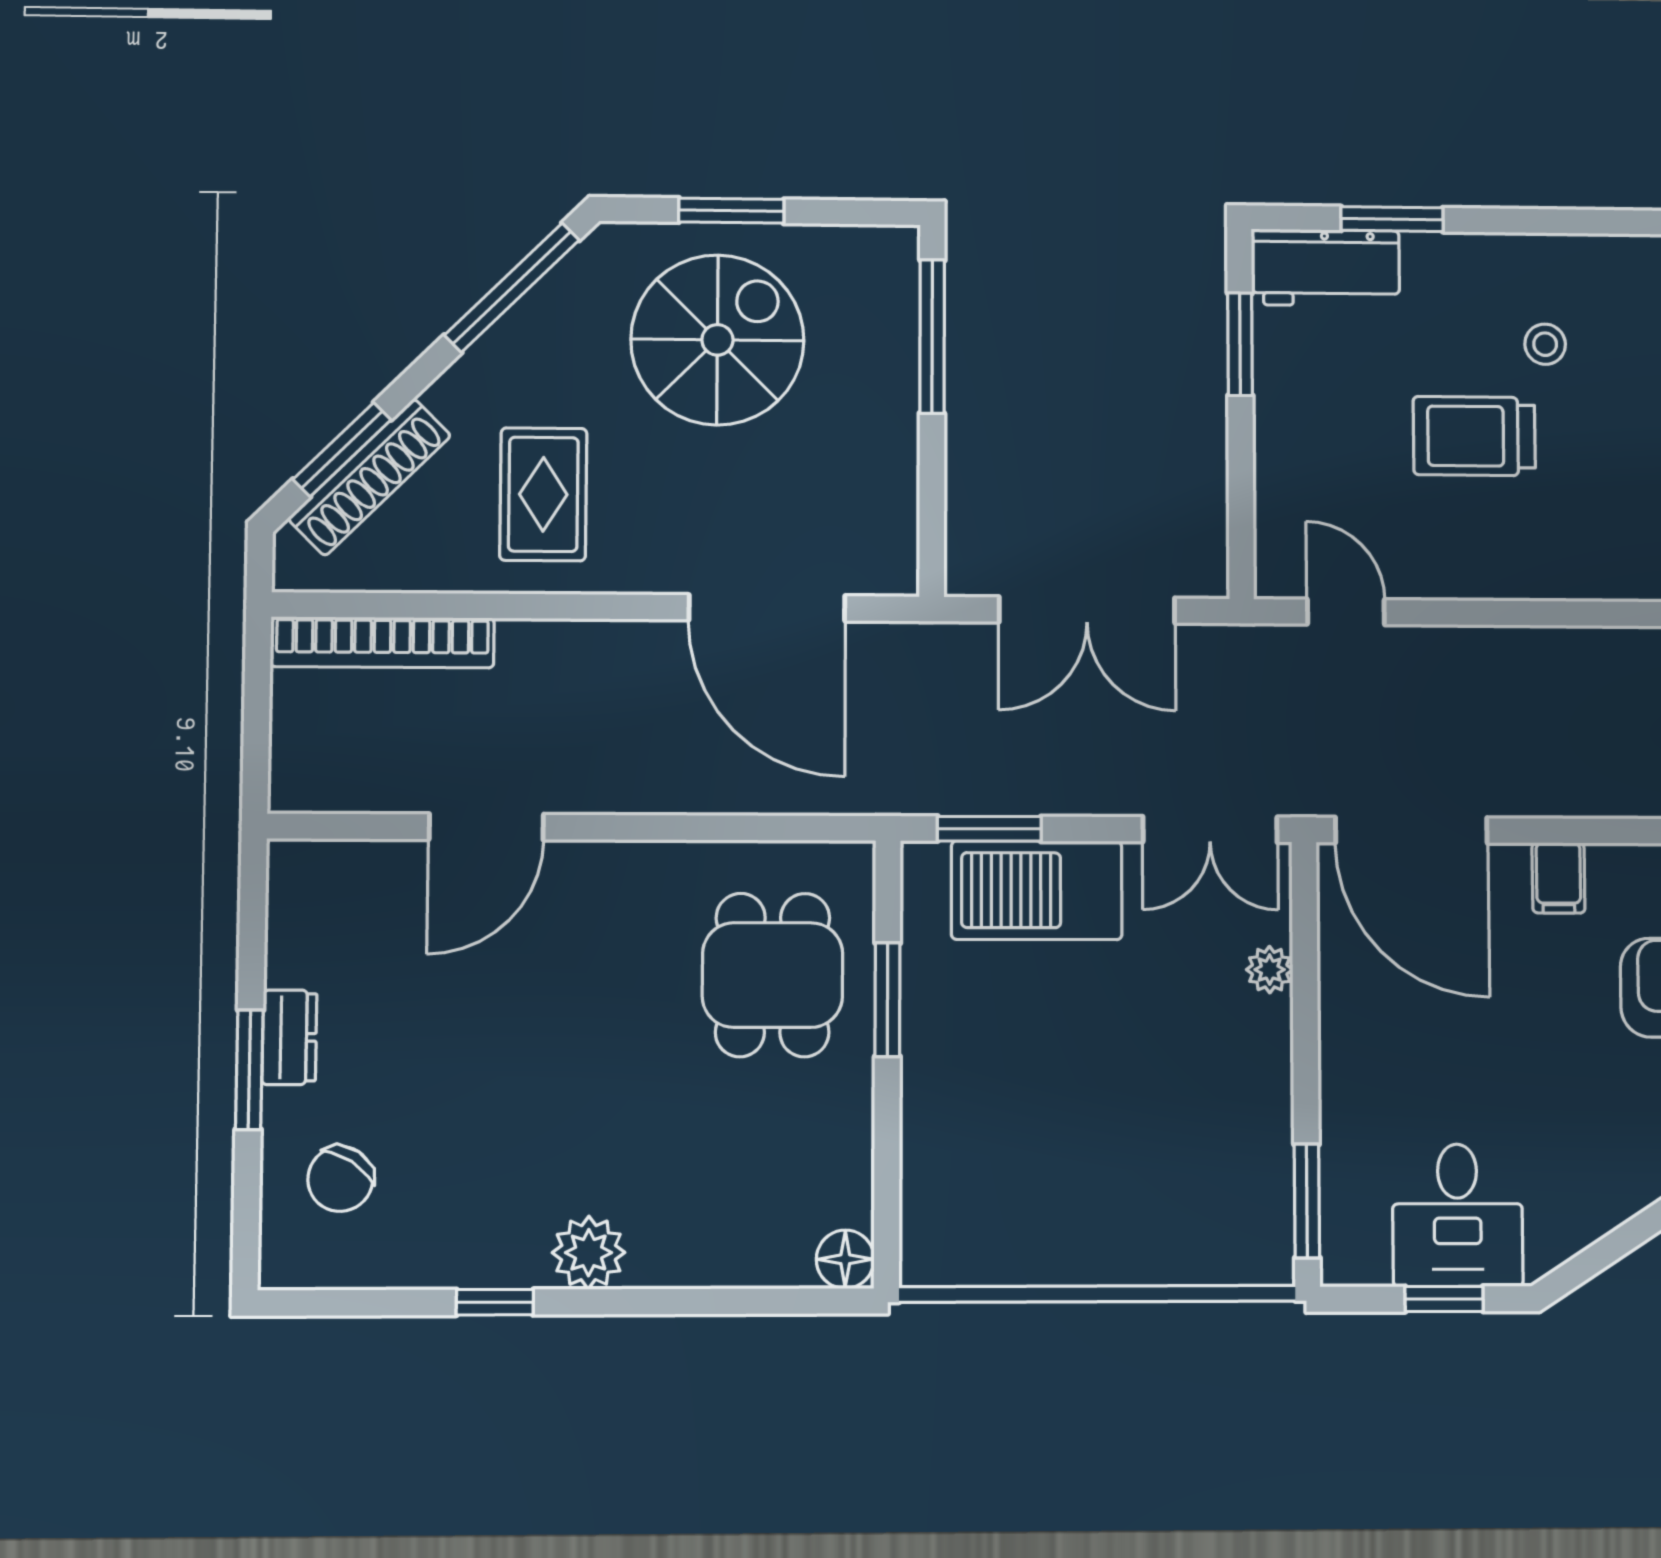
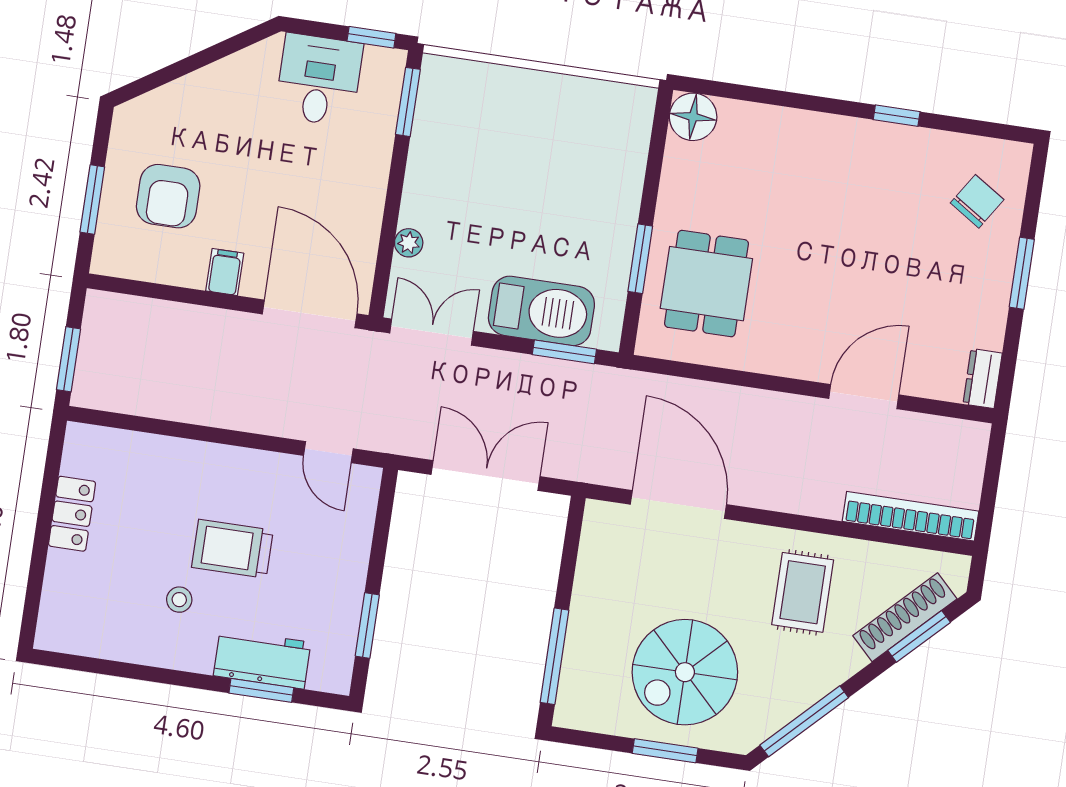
workbench: (1325, 268) -> (262, 659), moved
trolley: (1474, 436) -> (232, 549), turned 180
dresser: (289, 1037) -> (983, 379), moved
plant: (589, 1253) -> (838, 136), removed
floor lamp: (845, 1259) -> (693, 117), width x1.38, depth x1.38
window: (1444, 1299) -> (371, 37), moved

